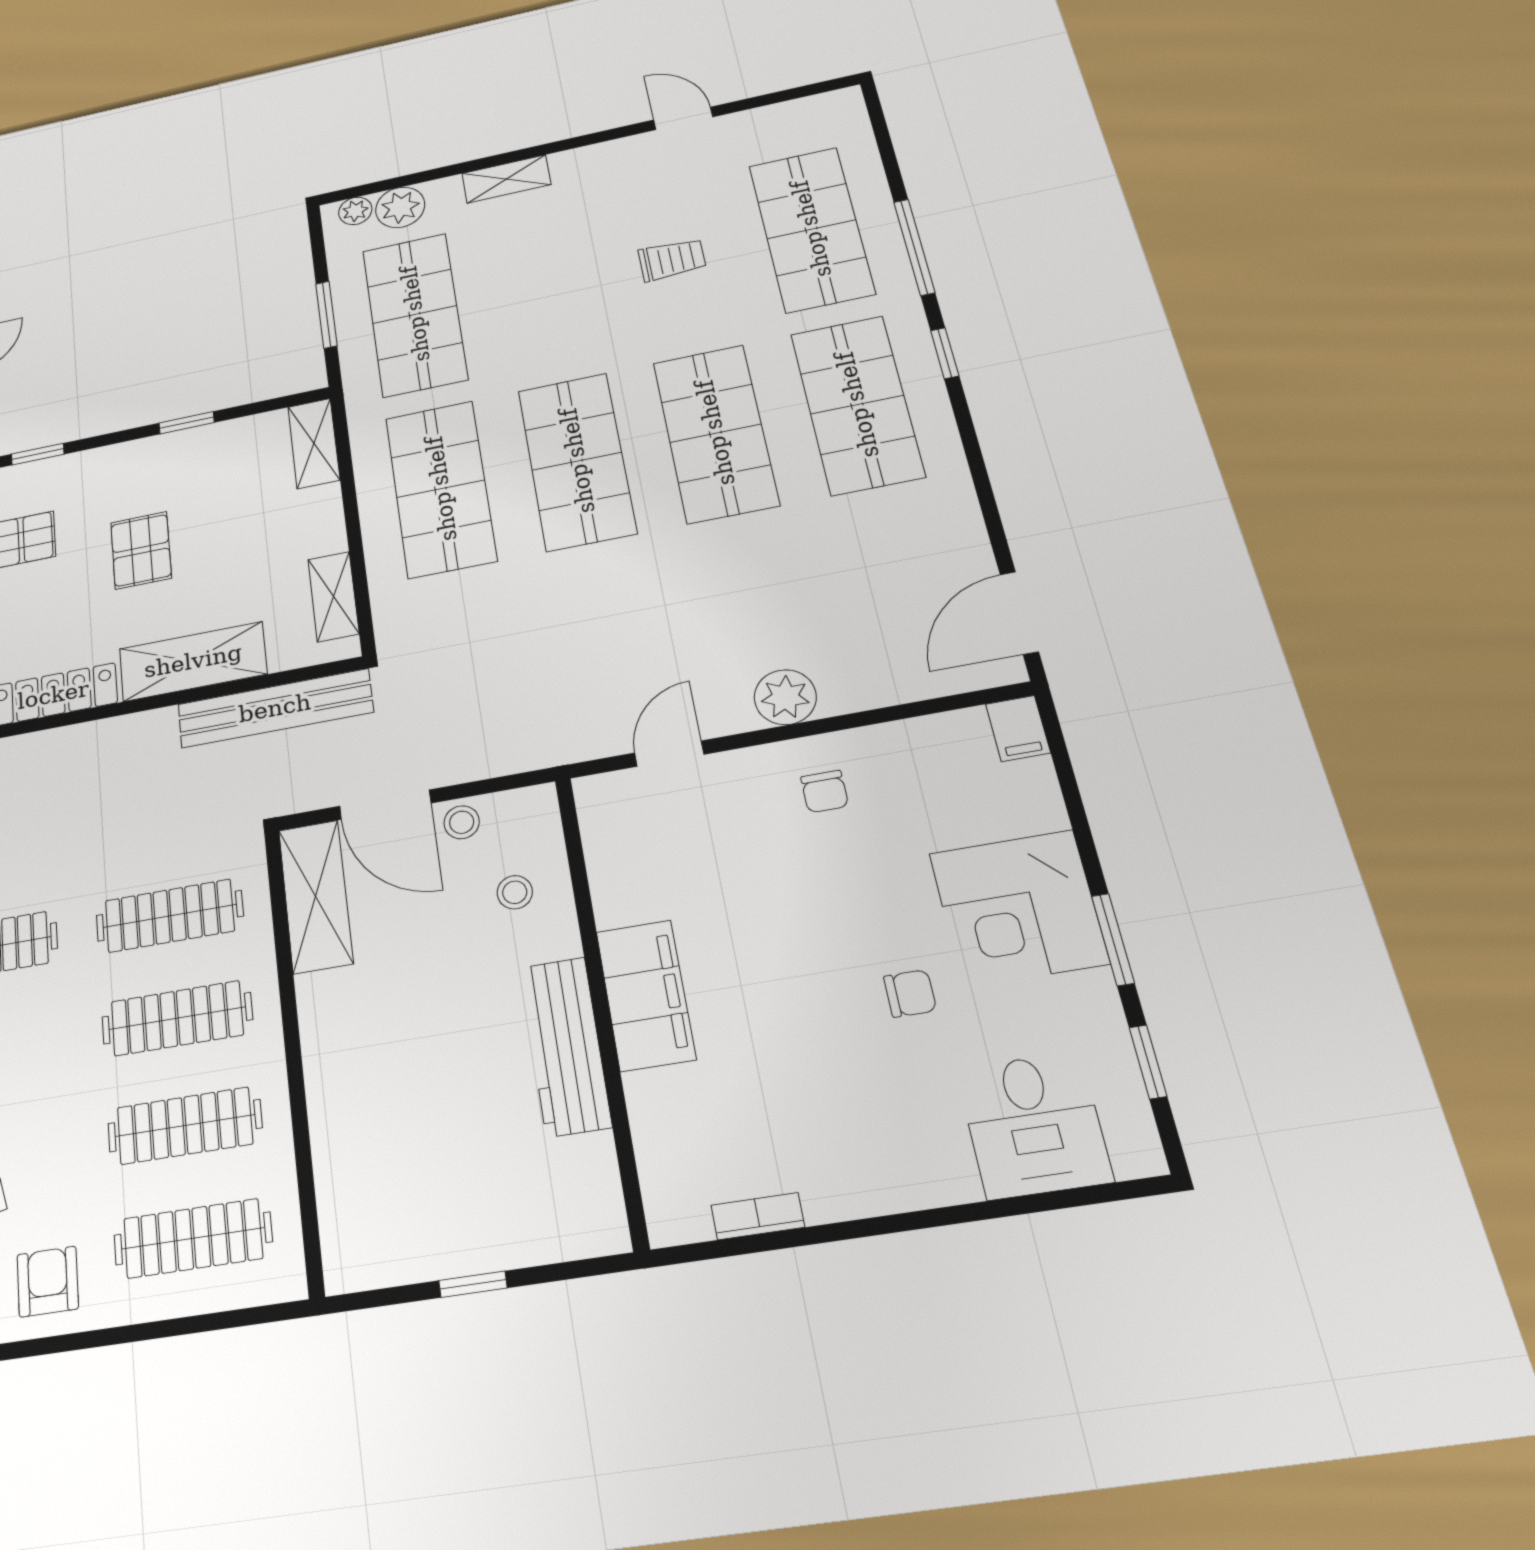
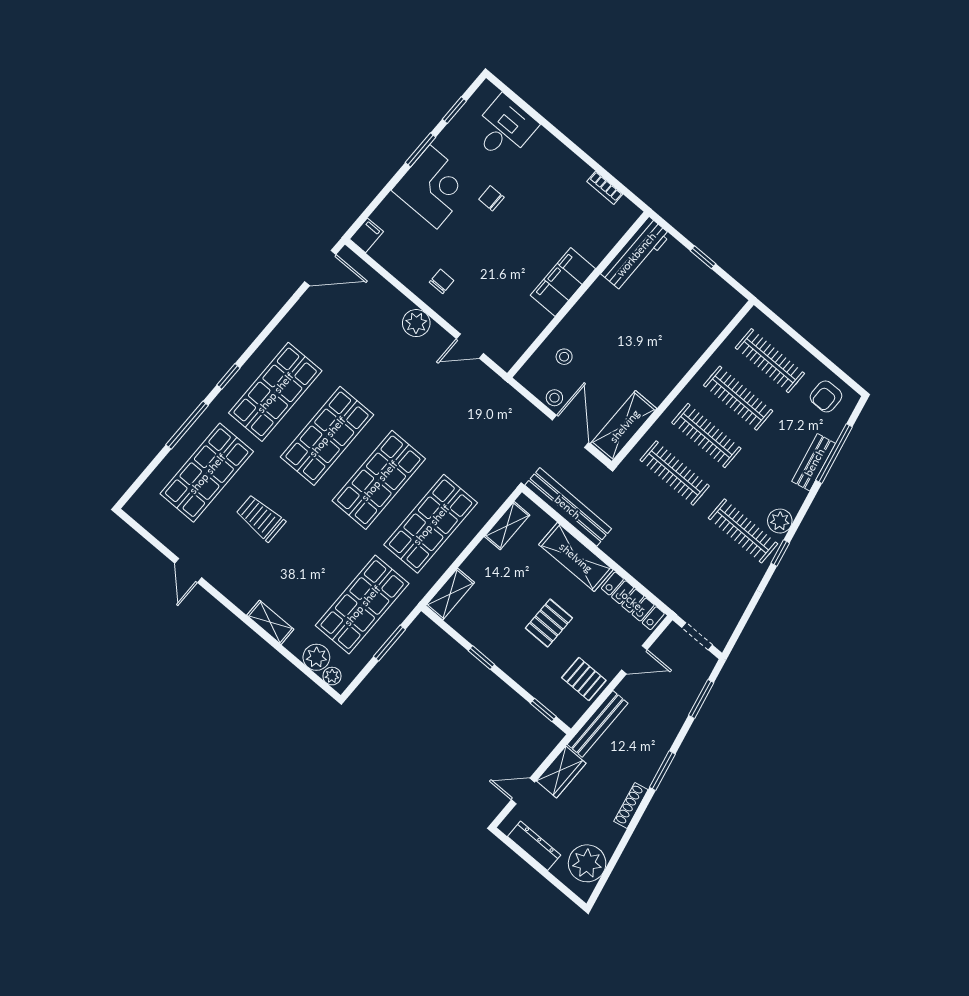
trolley: (672, 260) -> (261, 518), width x1.36, depth x1.39
workbench: (566, 1046) -> (636, 254), moved

